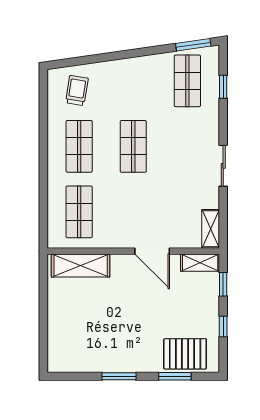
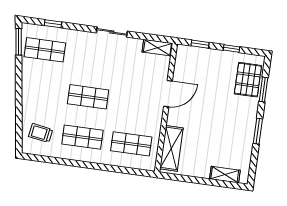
shelving: (200, 263) -> (225, 175), moved, turned 90

